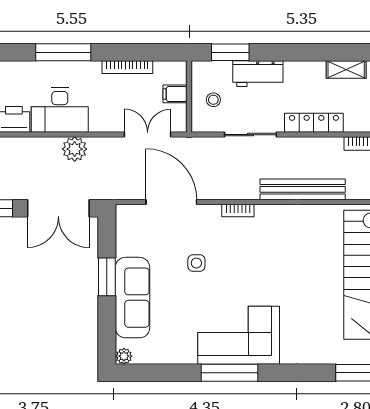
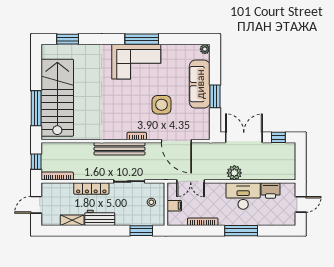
workbench: (258, 74) -> (100, 218), moved
bench: (303, 189) -> (120, 149), moved
side table: (196, 263) -> (162, 105), width x1.87, depth x1.87

